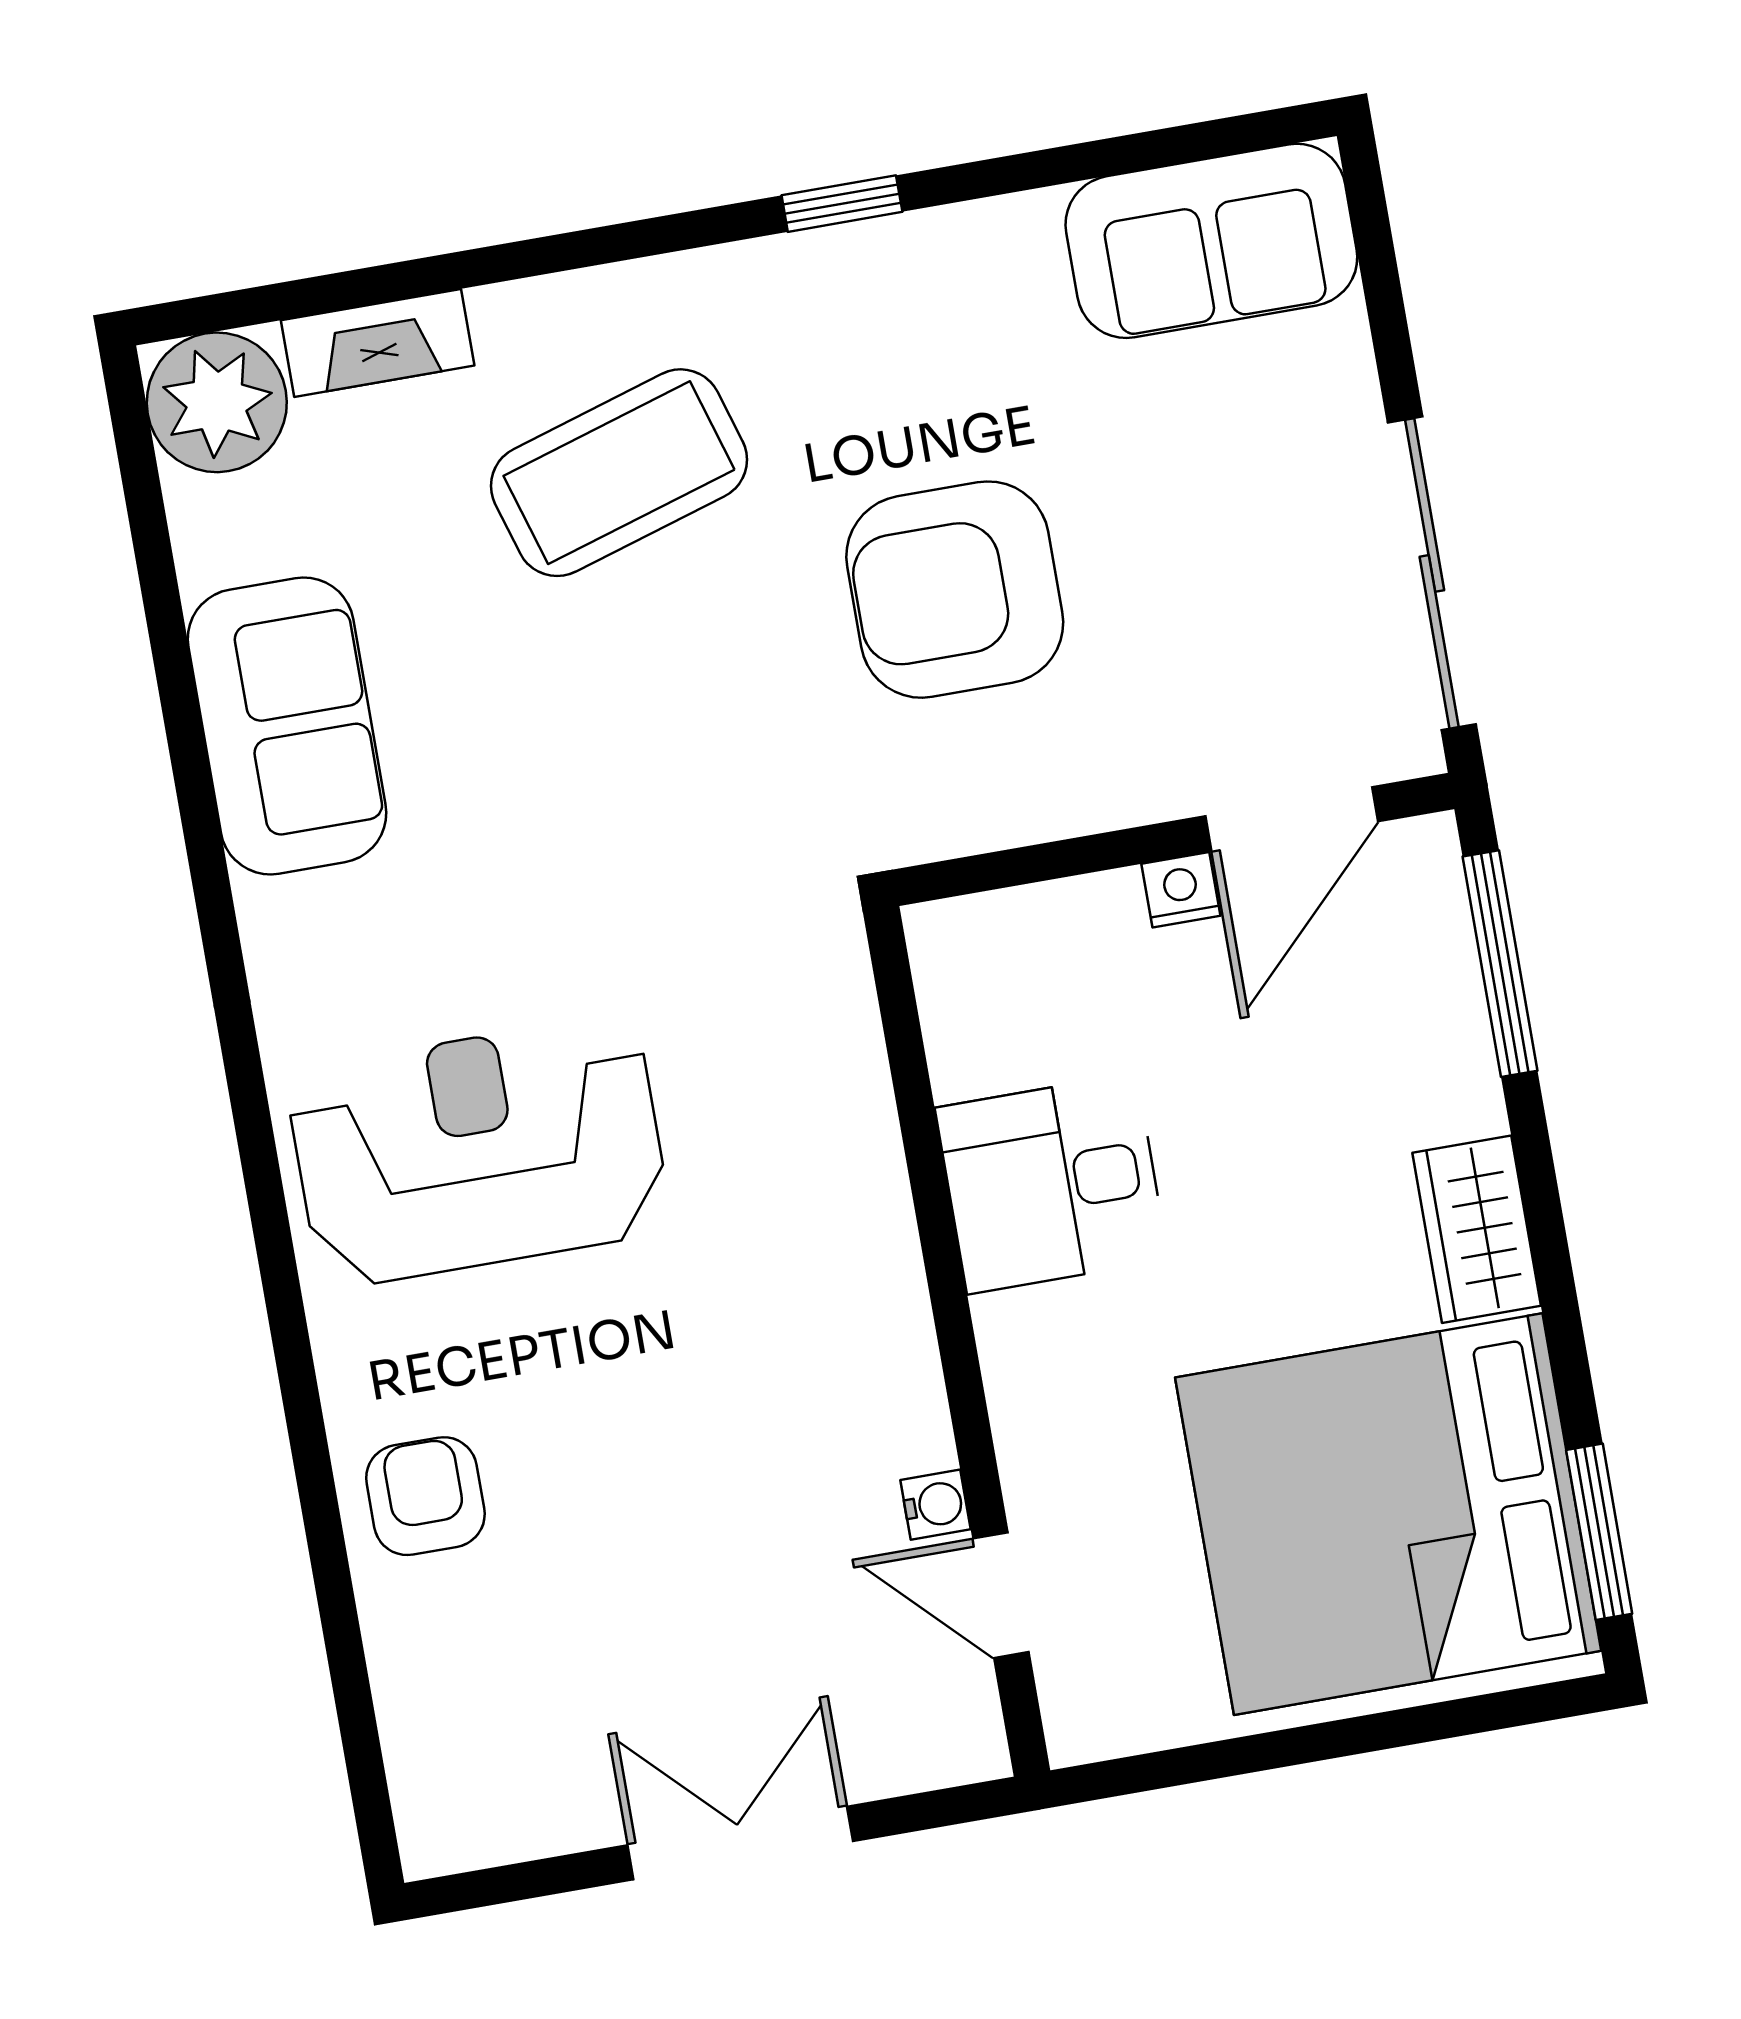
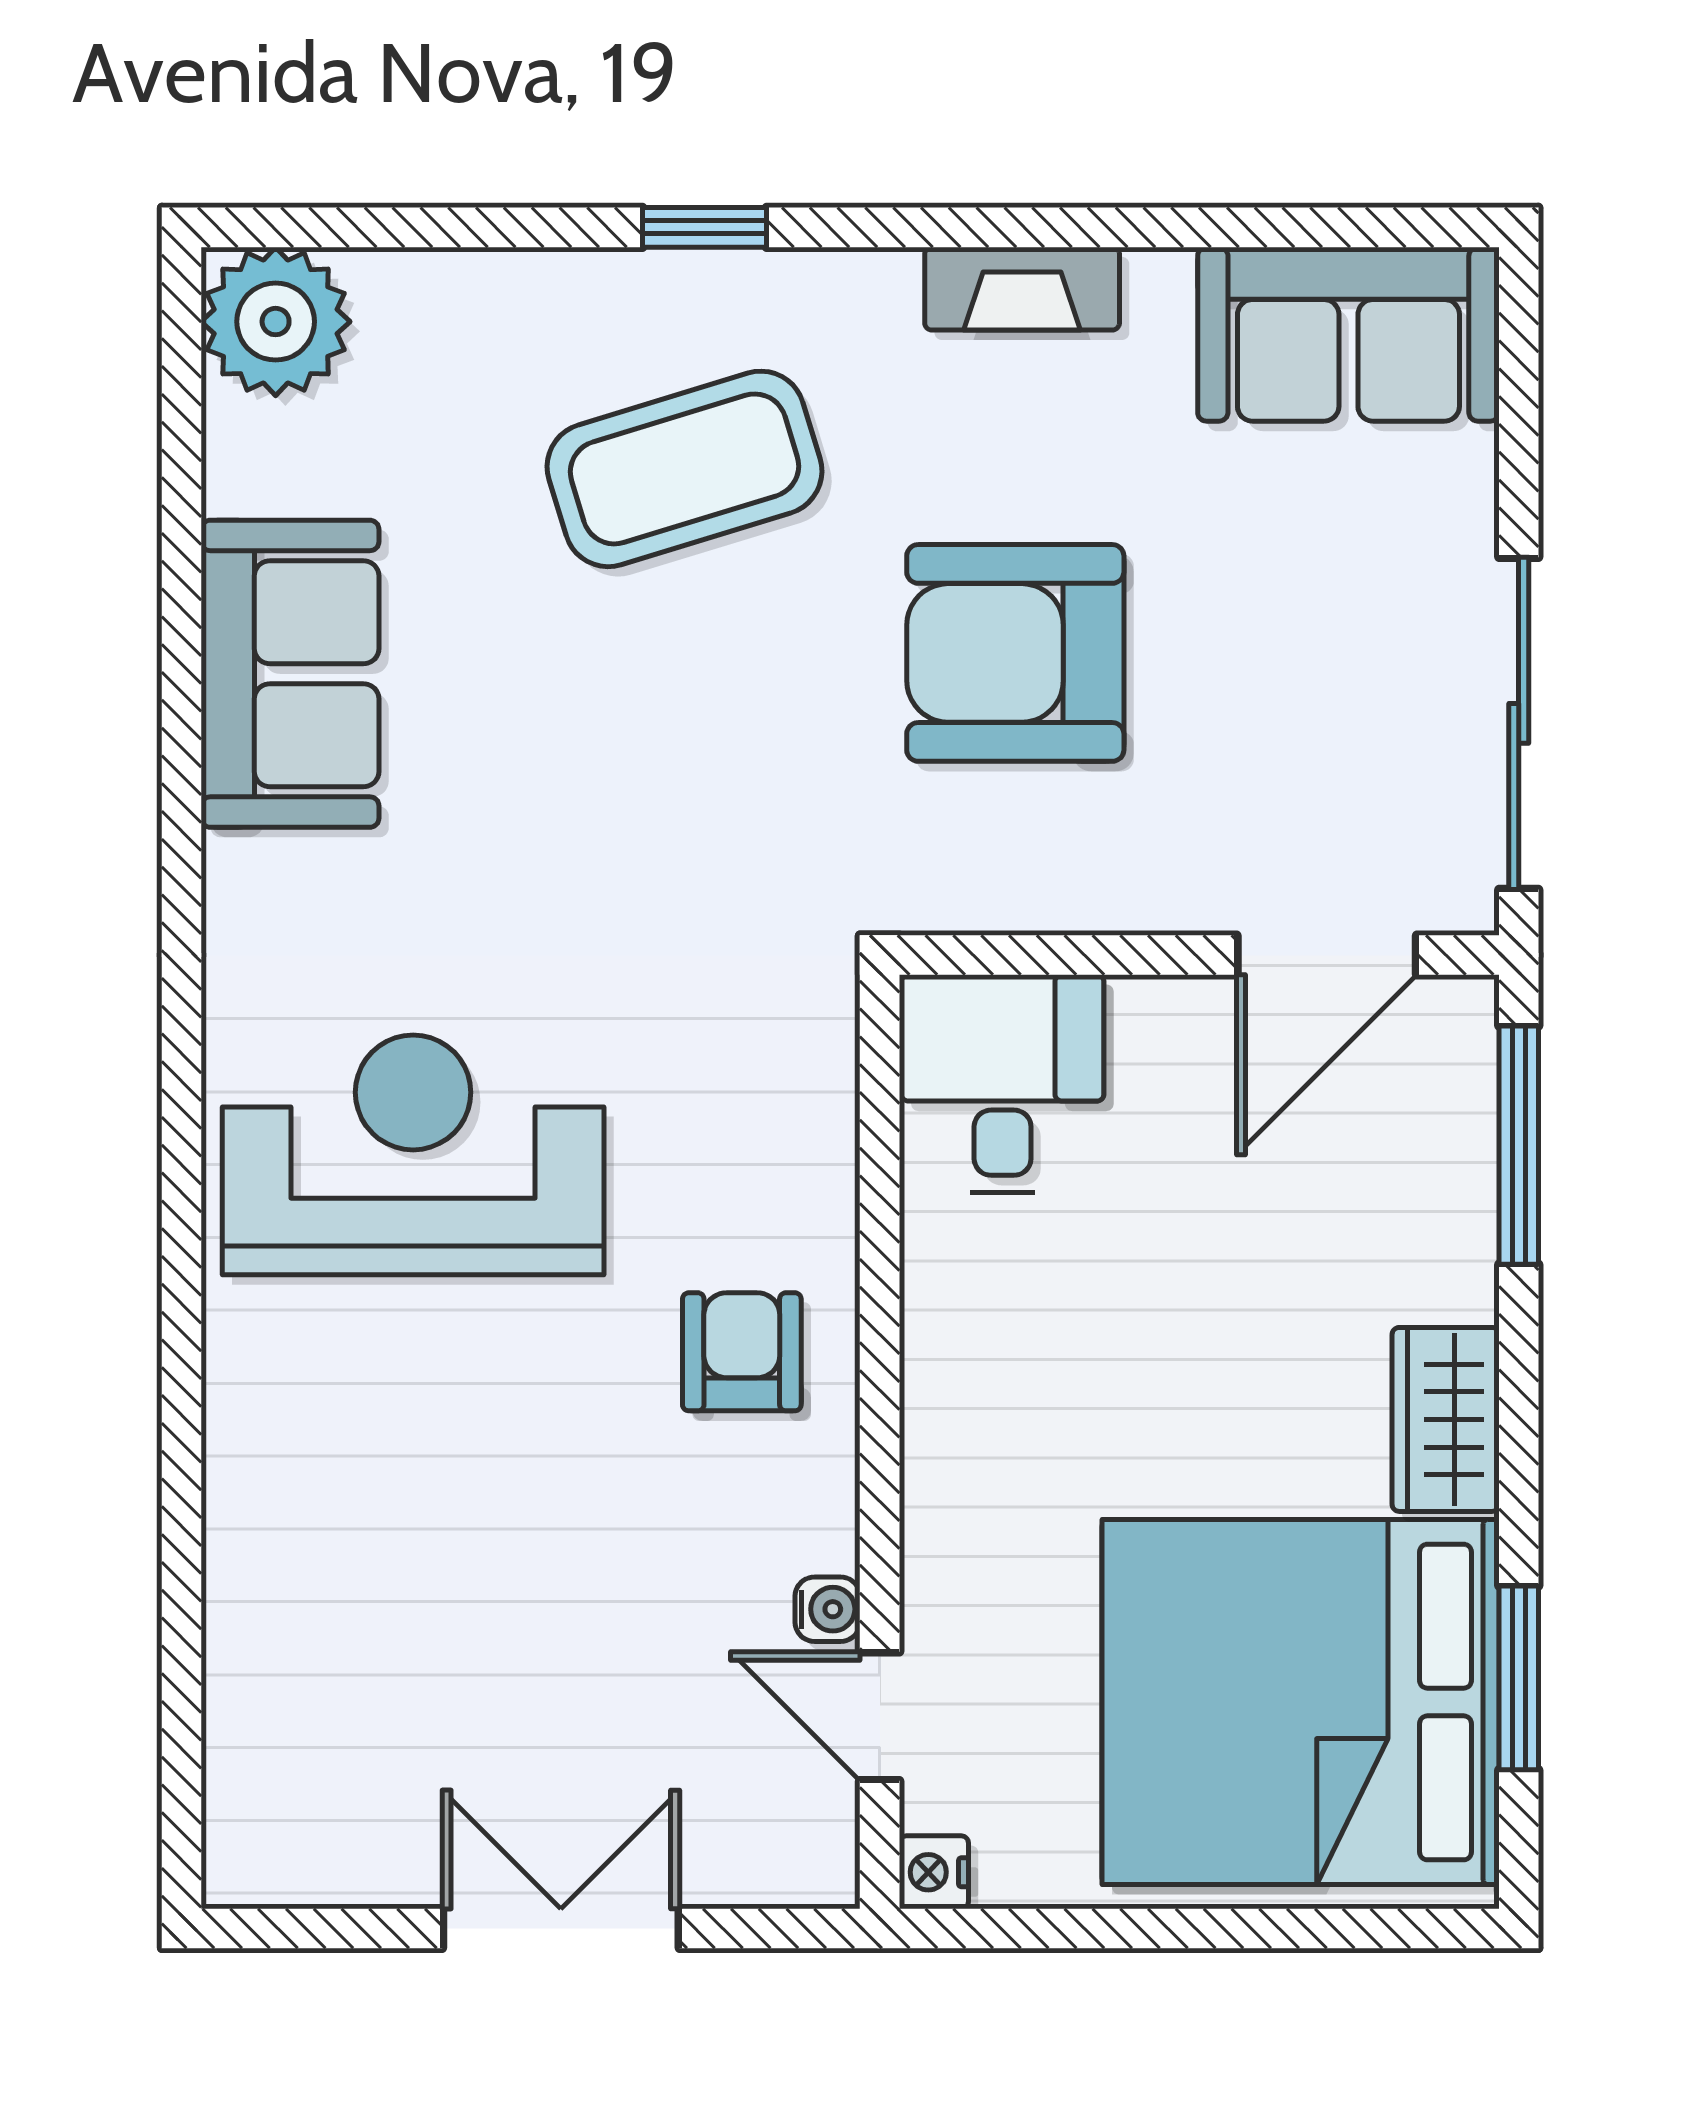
window: (842, 204) -> (705, 227), moved
fireplace: (378, 343) -> (1022, 289), moved
nightstand: (1181, 890) -> (934, 1872), moved, turned -90
desk: (1052, 1184) -> (1003, 1084), moved, turned 90
armchair: (425, 1496) -> (742, 1352), moved
window: (1599, 1532) -> (1519, 1678), moved

